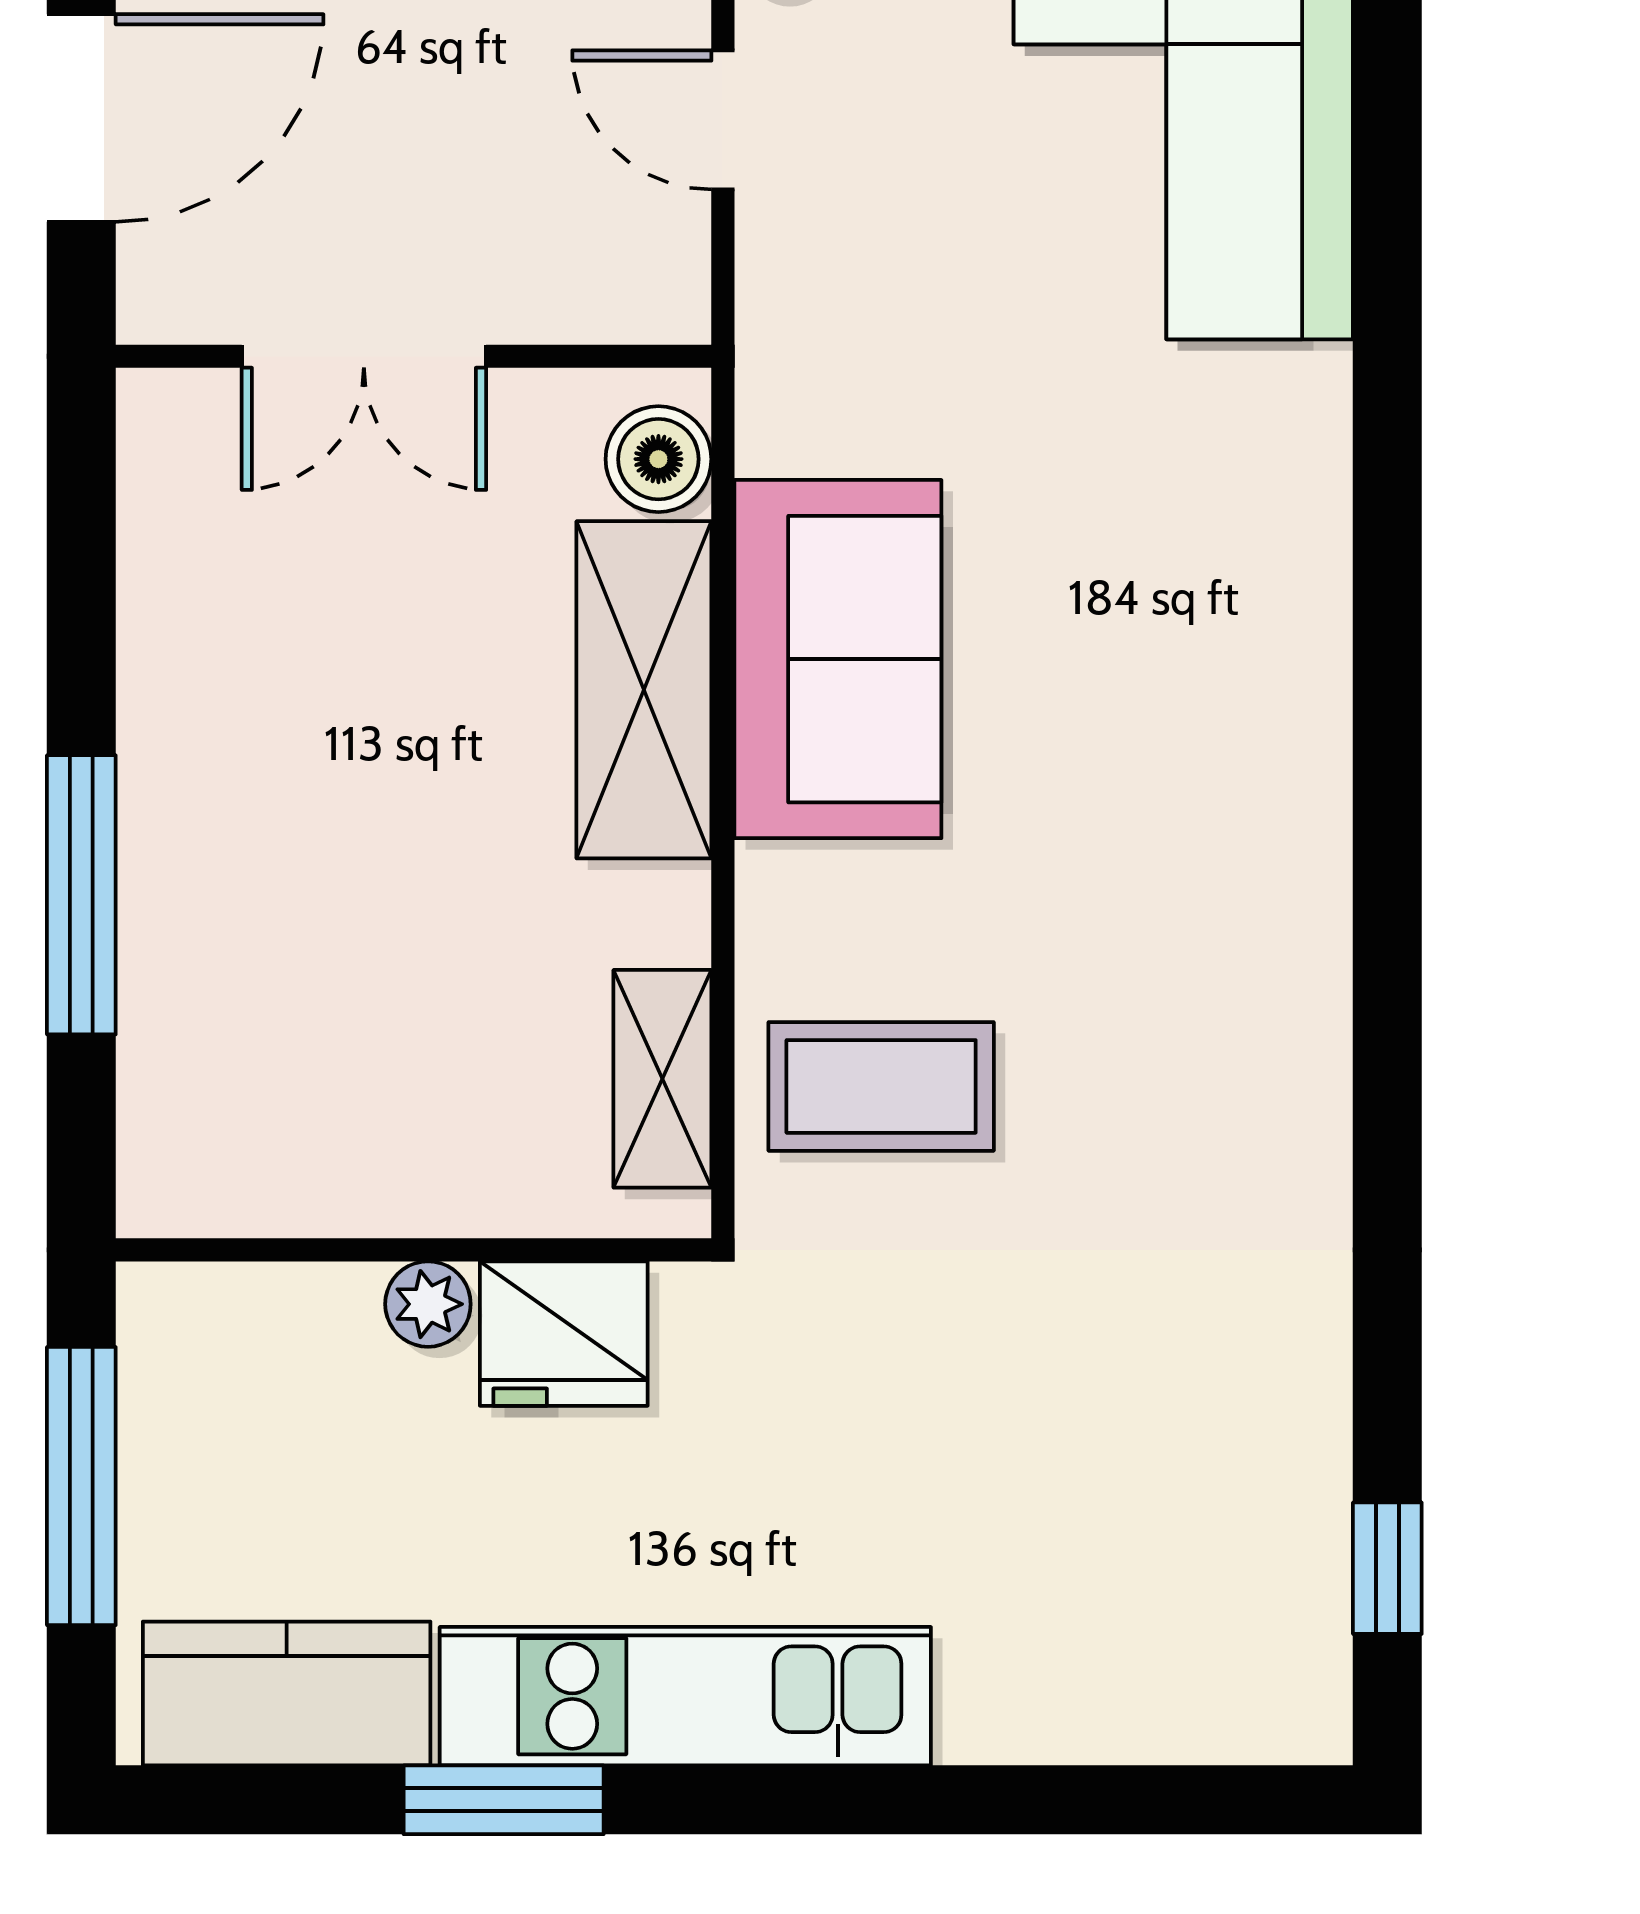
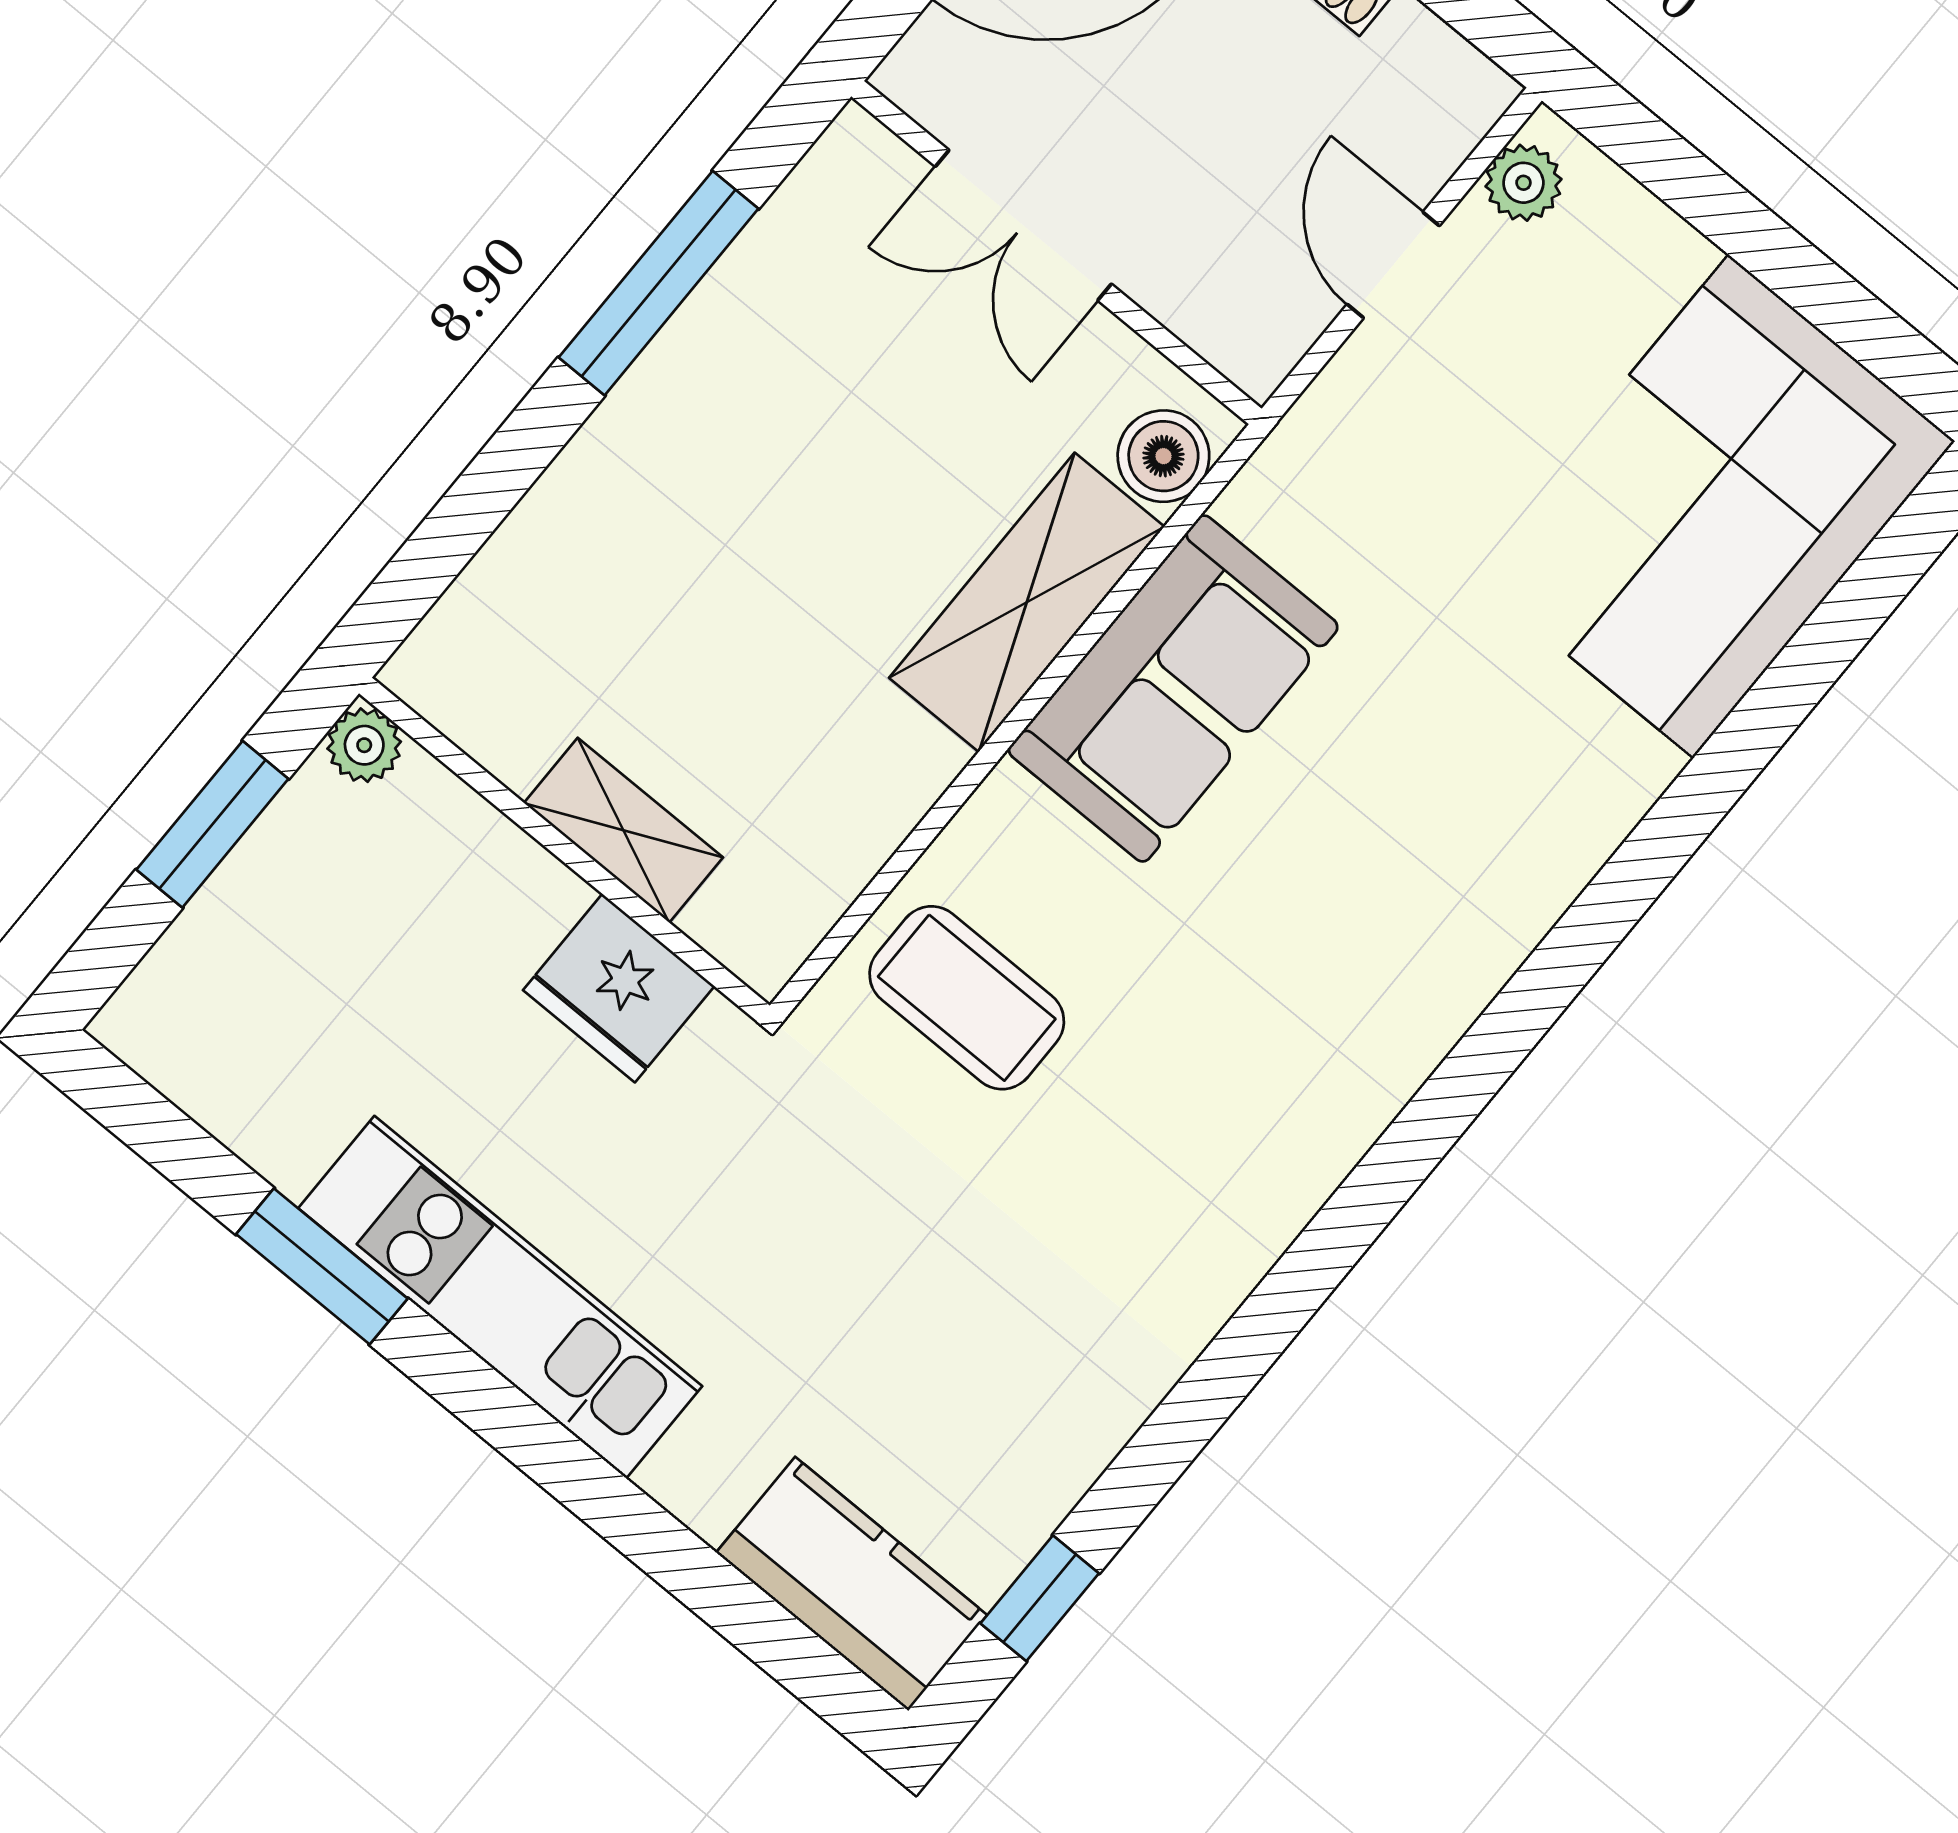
window: (81, 895) -> (659, 283), moved
shelving: (662, 1079) -> (623, 830), moved, turned 90
plant: (428, 1304) -> (364, 745), moved
window: (81, 1486) -> (212, 824), width x0.69
kitchen counter: (287, 1693) -> (852, 1584), moved

